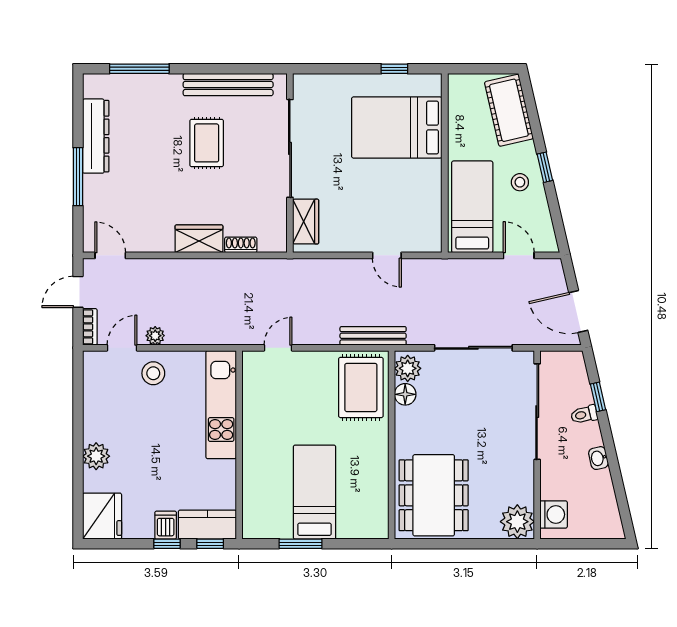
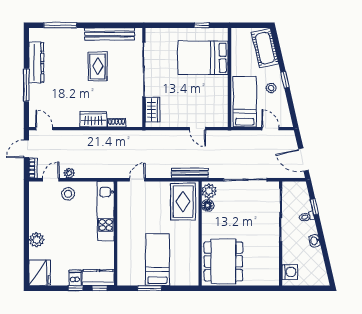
plant: (517, 522) -> (270, 276), removed

